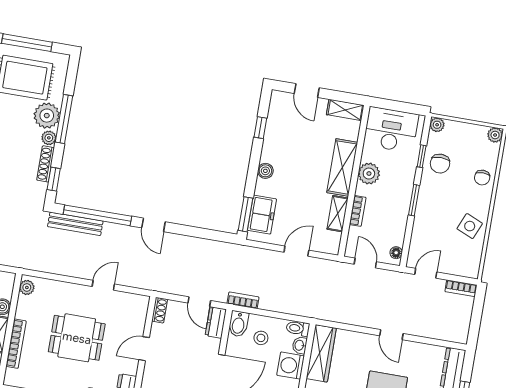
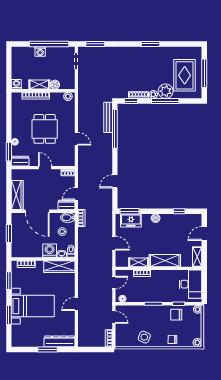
plant: (369, 174) -> (164, 276), removed
door: (153, 225) -> (115, 181), moved

